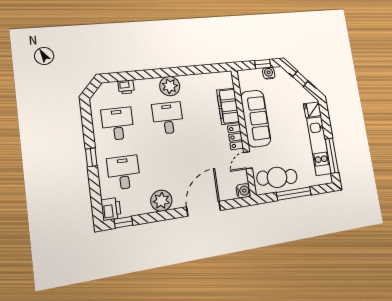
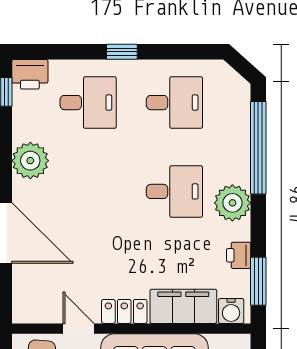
window: (209, 69) -> (258, 281), added
window: (138, 75) -> (258, 148), added
printer: (126, 87) -> (239, 255), moved
water cooler: (243, 191) -> (231, 311), moved

